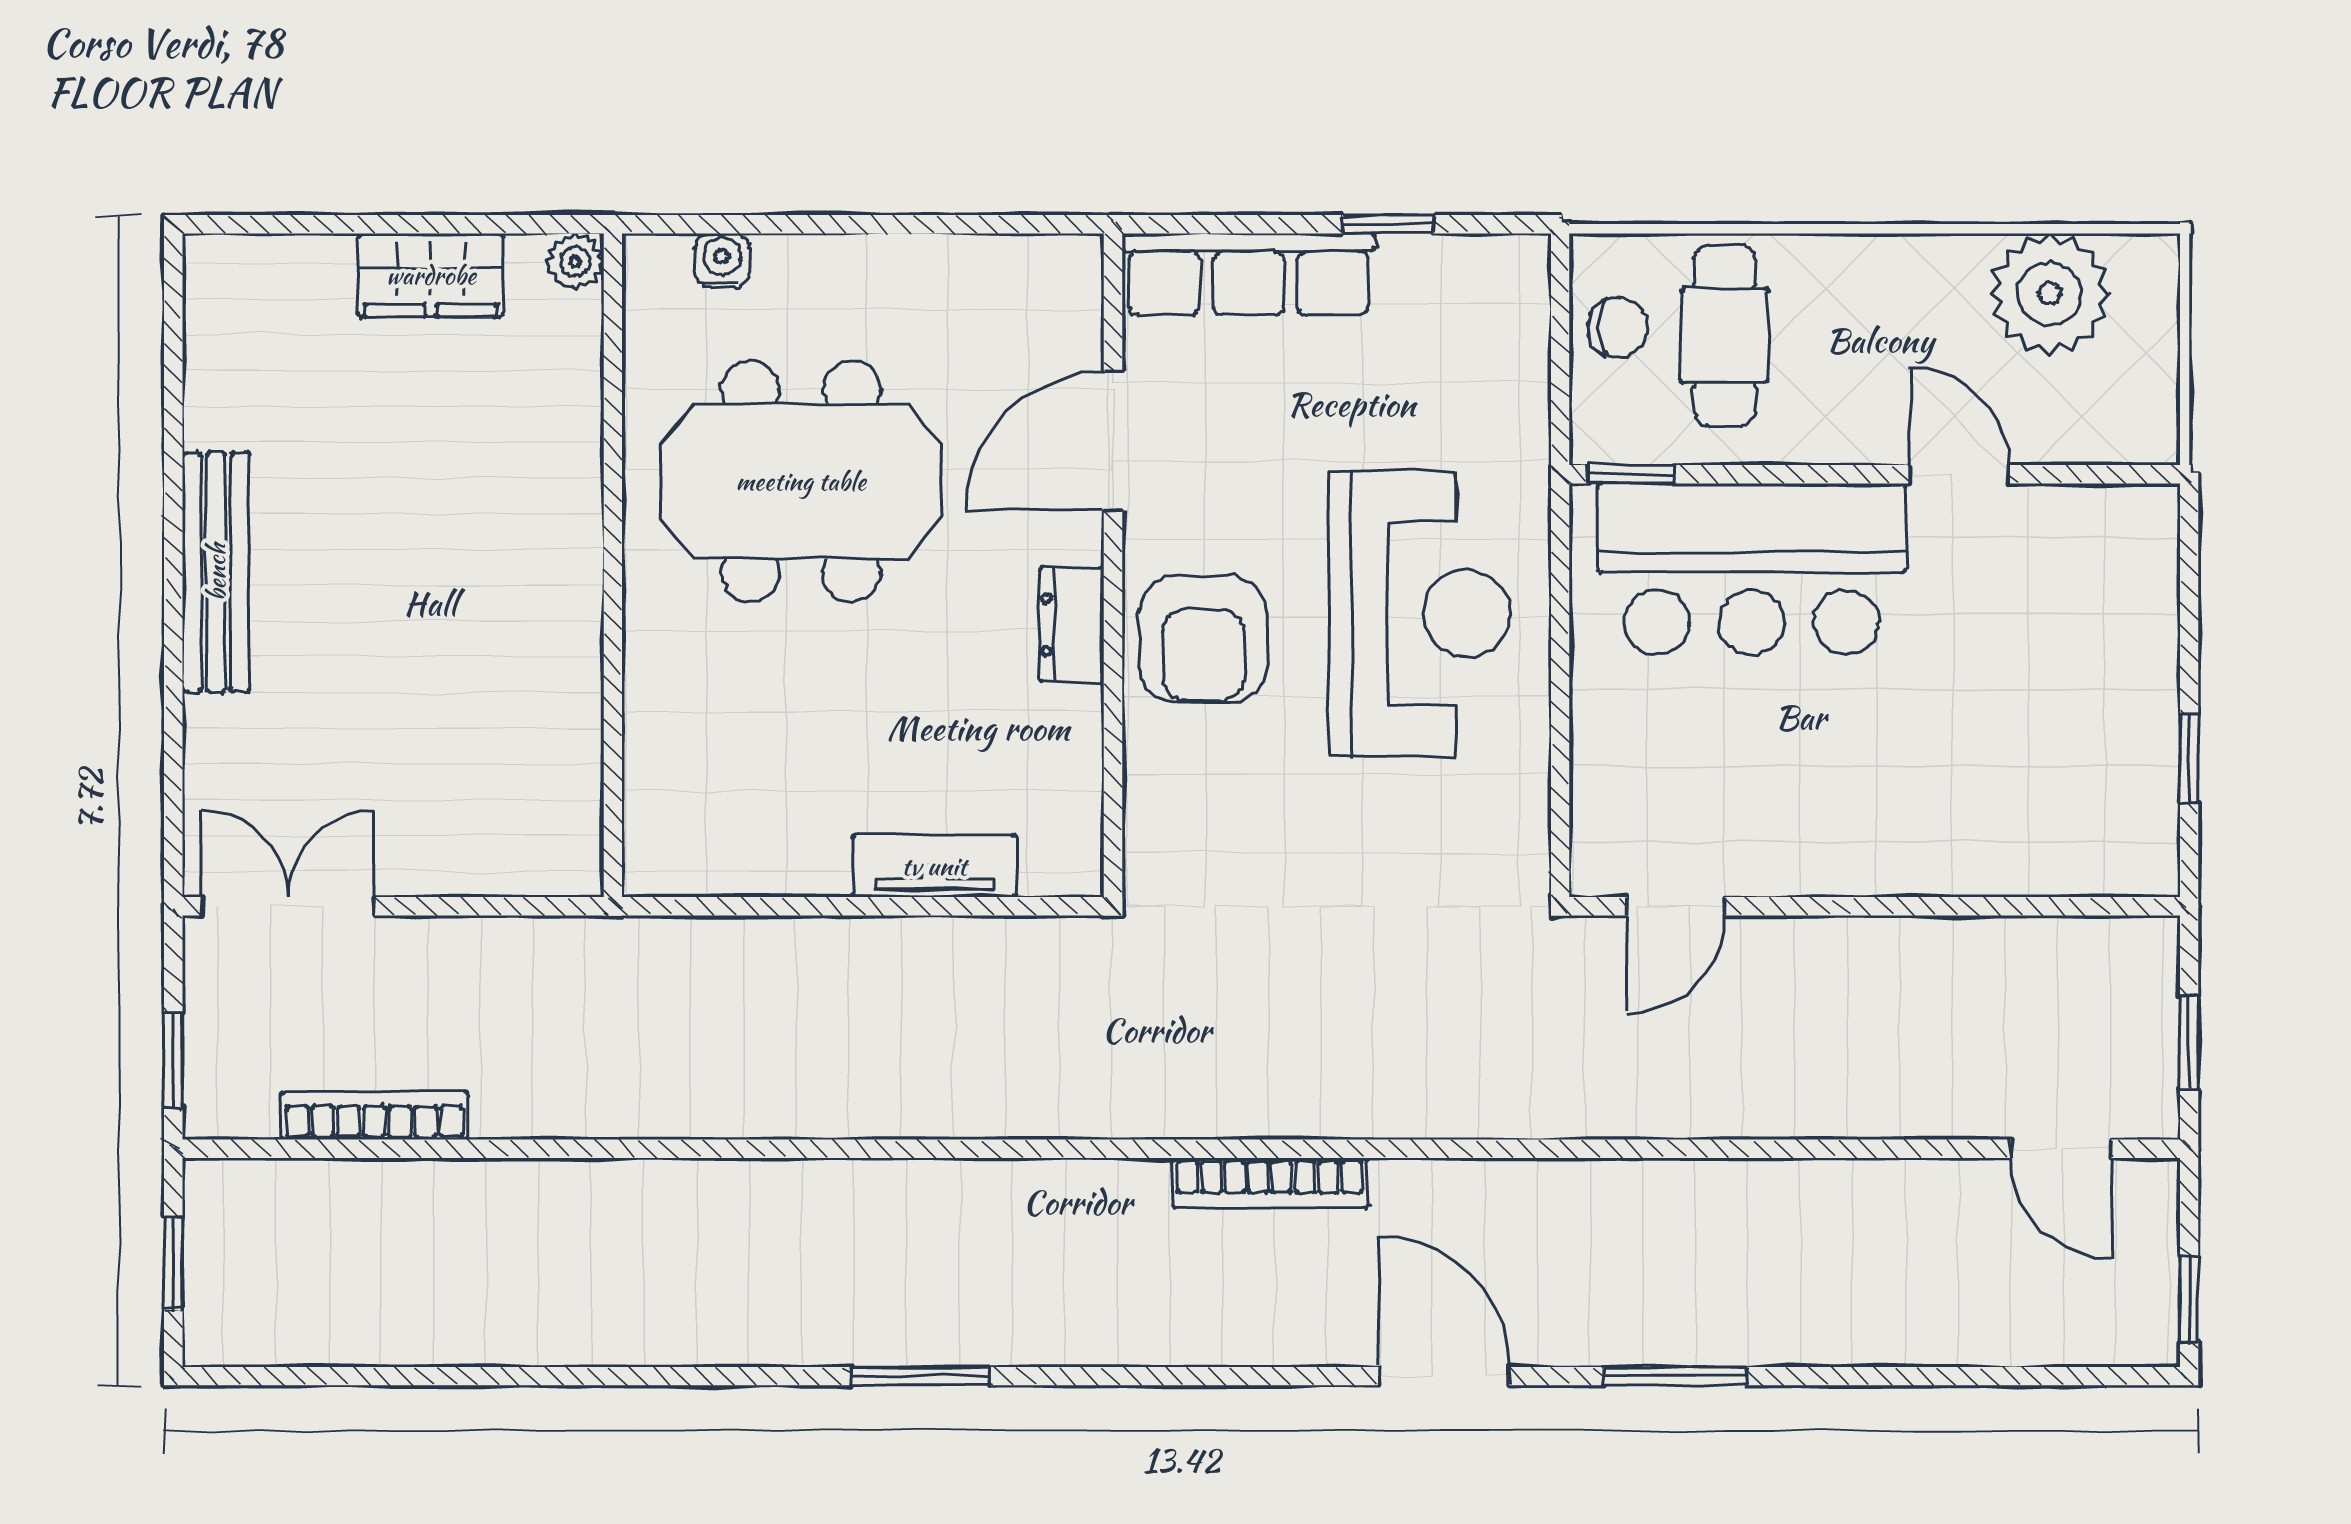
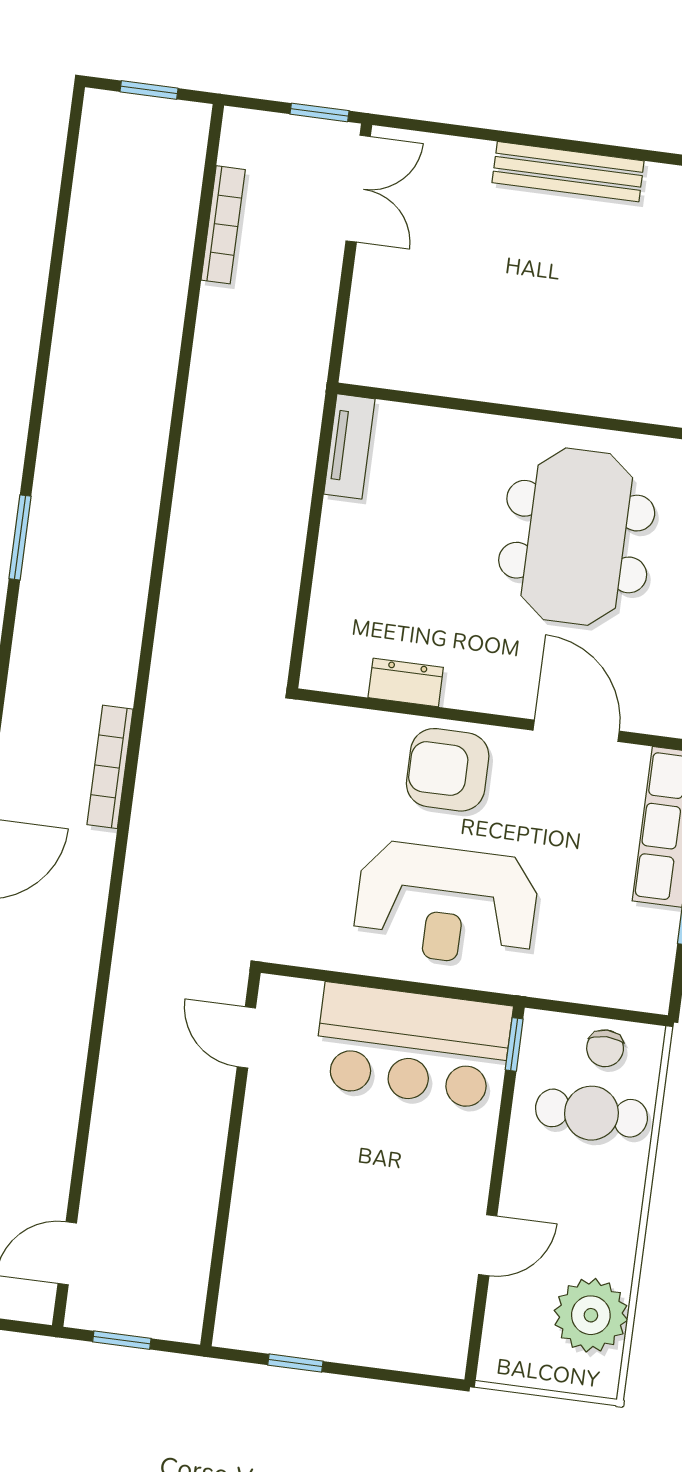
bar counter: (1752, 569) -> (412, 1046), moved, turned -90
dresser: (1072, 625) -> (406, 682), moved
tv unit: (934, 866) -> (349, 446), moved
window: (173, 1061) -> (319, 112), moved

